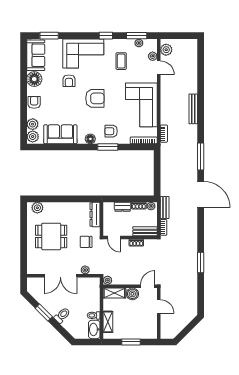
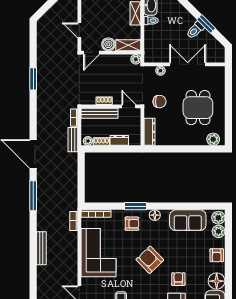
armchair: (95, 98) -> (150, 260), turned 46
bench: (145, 231) -> (99, 113), width x1.36
dining table: (51, 236) -> (198, 108), turned 90
toilet: (62, 315) -> (195, 30), moved

